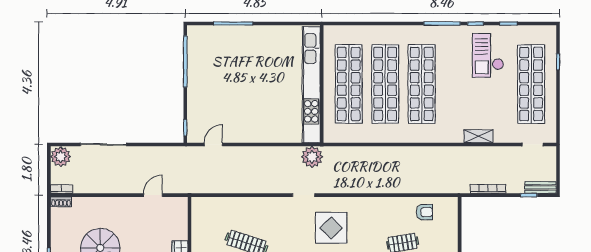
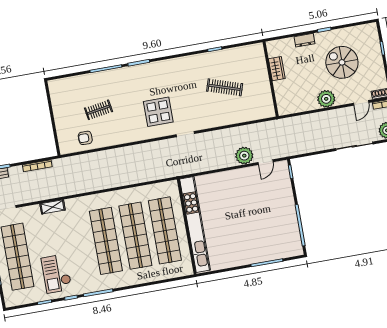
checkout: (488, 55) -> (56, 274), turned 180
plant: (312, 157) -> (244, 156), moved
door: (153, 195) -> (361, 103), moved
plant: (127, 207) -> (326, 99), added

